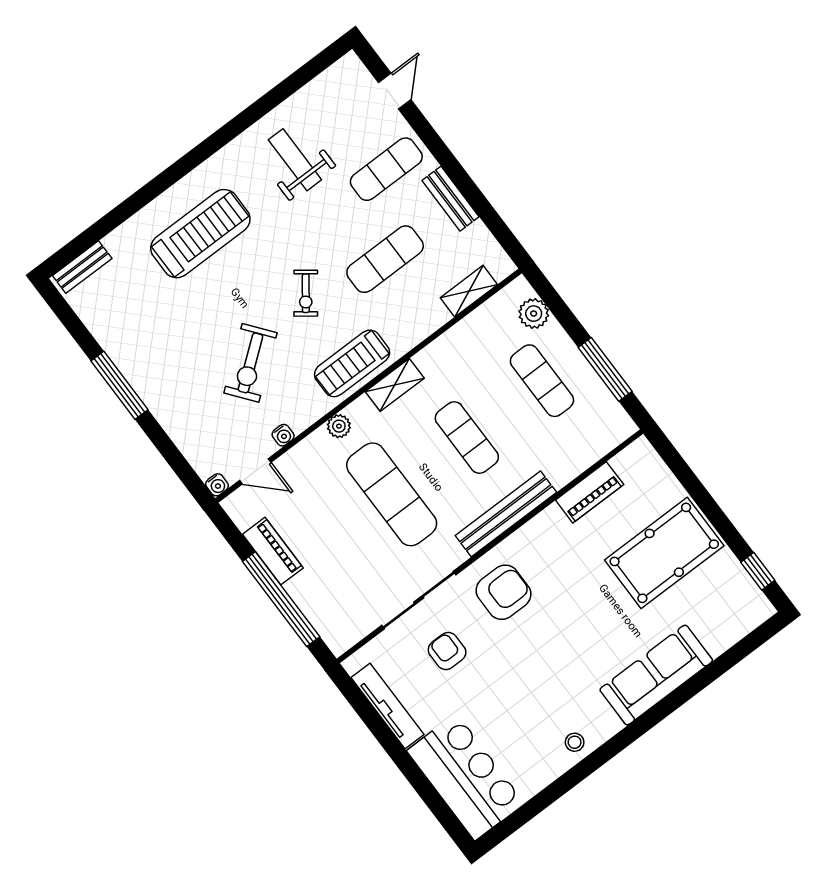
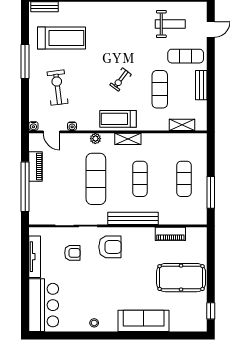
weight bench: (295, 160) -> (170, 24), moved, turned 90
treadmill: (200, 234) -> (62, 38), moved
exercise mat: (385, 259) -> (160, 89), turned 90
plant: (534, 314) -> (200, 151), removed
exercise bike: (250, 363) -> (58, 88), moved, turned 121
armchair: (447, 651) -> (72, 253), turned 90

